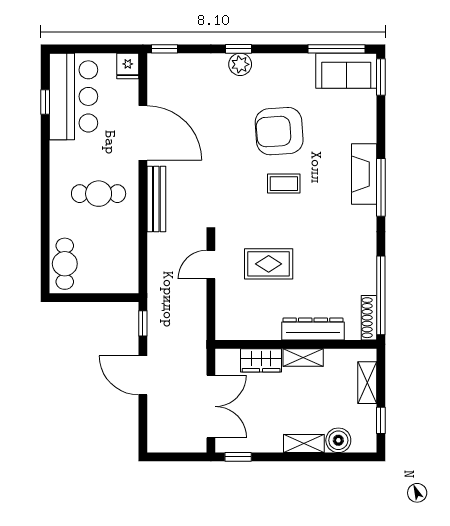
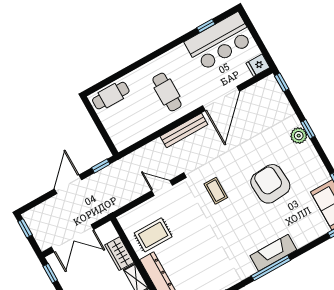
coffee table: (284, 184) -> (216, 191), moved
rug: (269, 264) -> (153, 235), moved, turned 90
window: (167, 457) -> (25, 228), added

